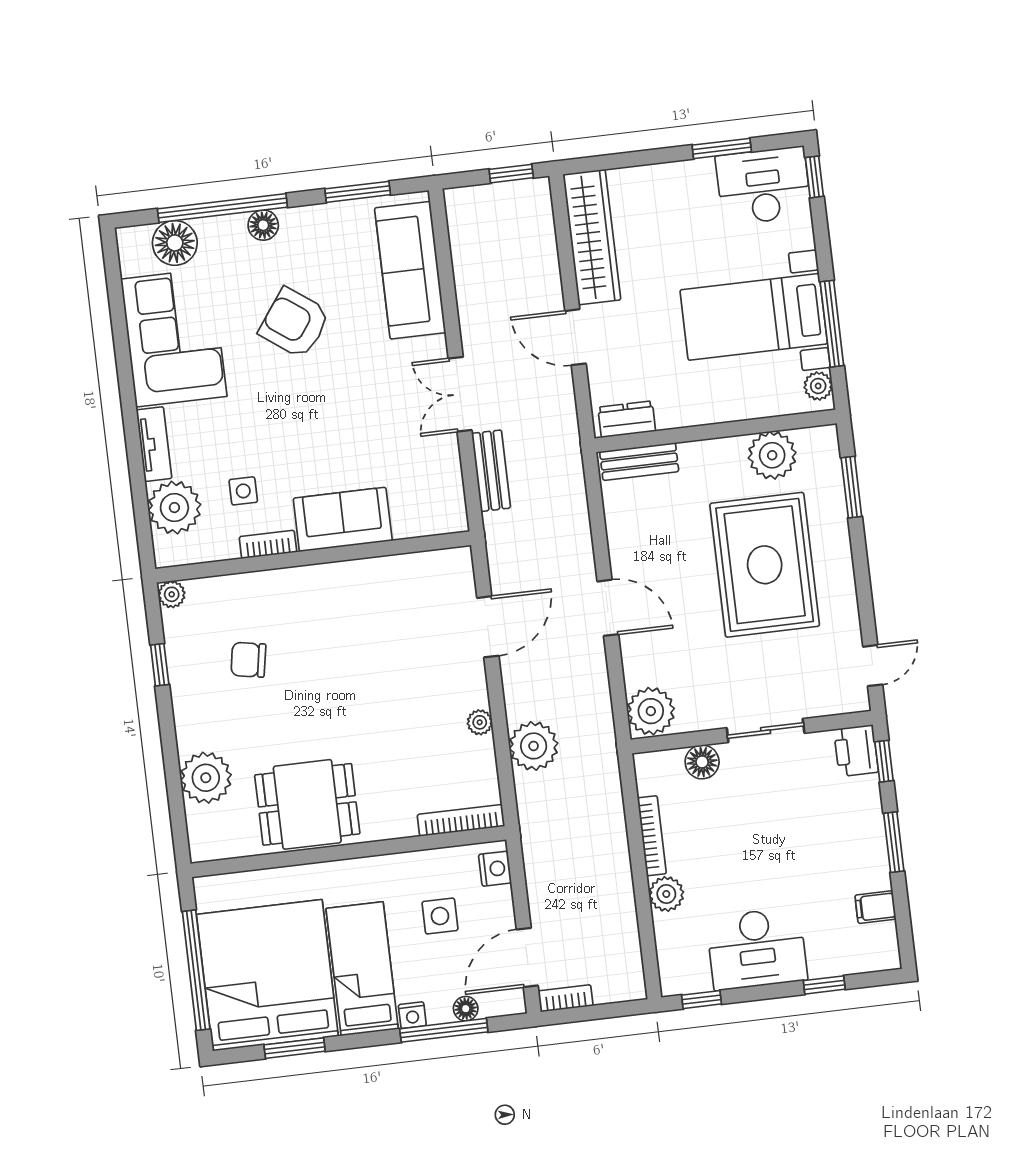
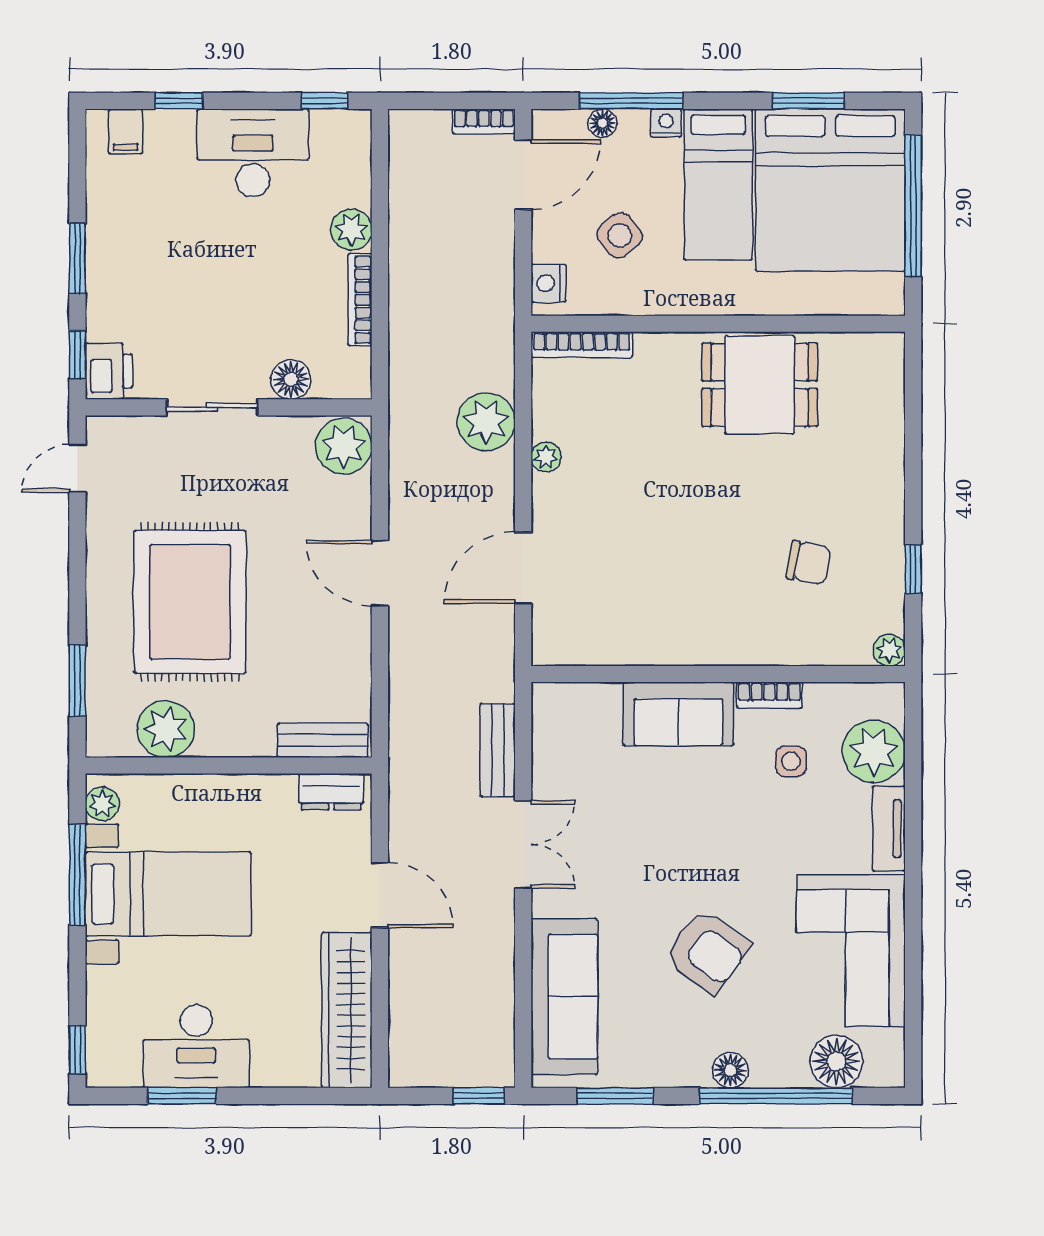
window: (511, 174) -> (479, 1096), moved
desk: (763, 186) -> (196, 1046), moved
plant: (206, 778) -> (875, 430), removed
filing cabinet: (875, 907) -> (126, 131), moved, turned 90
side table: (440, 916) -> (620, 235), turned -38

